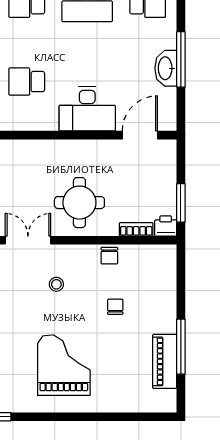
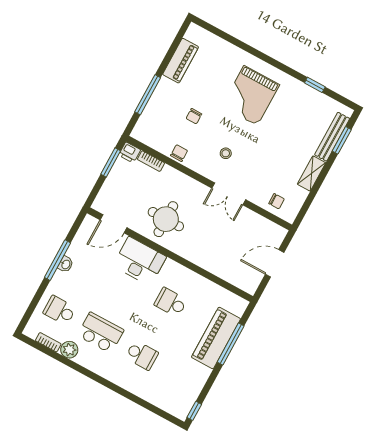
washbasin: (166, 68) -> (66, 264), width x0.52, depth x0.69
school desk: (27, 82) -> (171, 302), turned 180
round table: (79, 203) -> (166, 219), moved
window: (181, 347) -> (148, 95), moved

